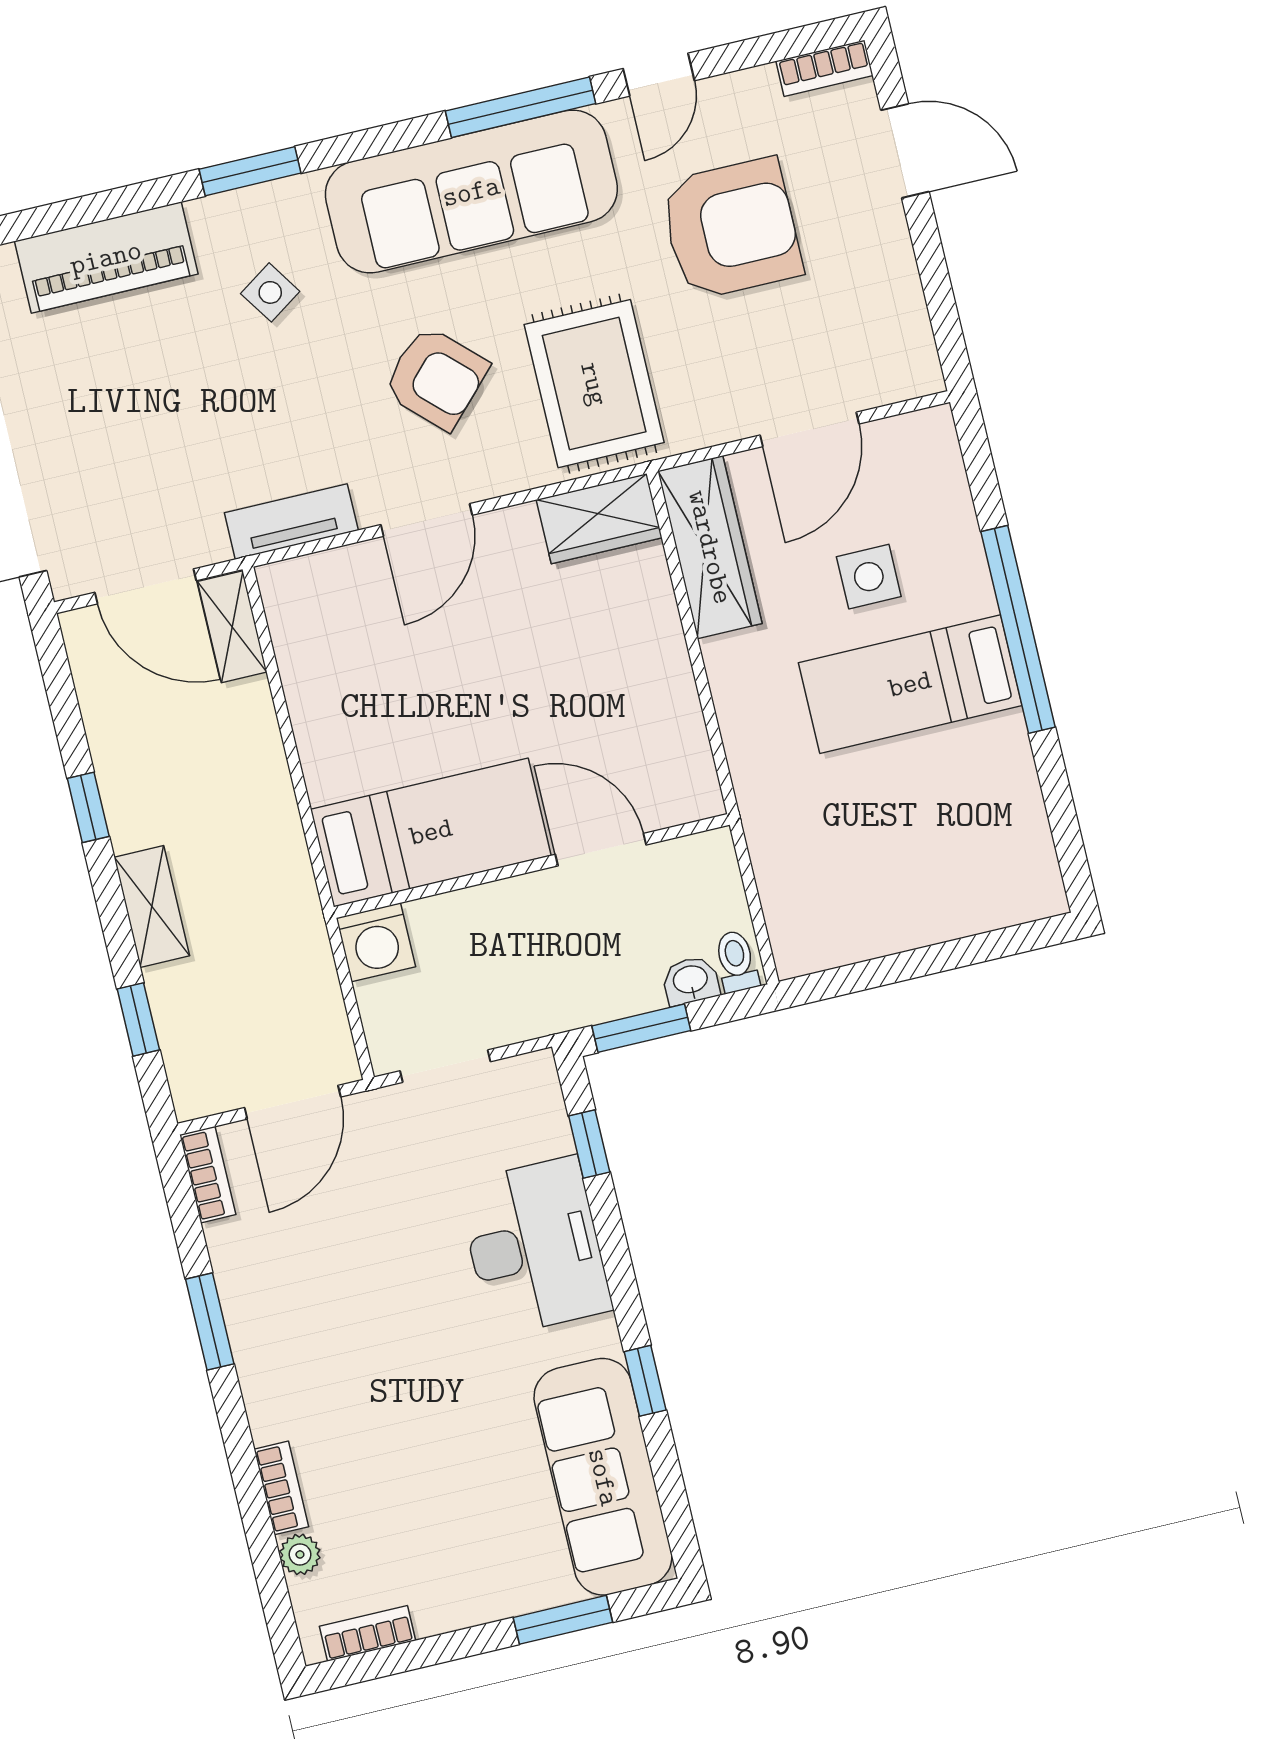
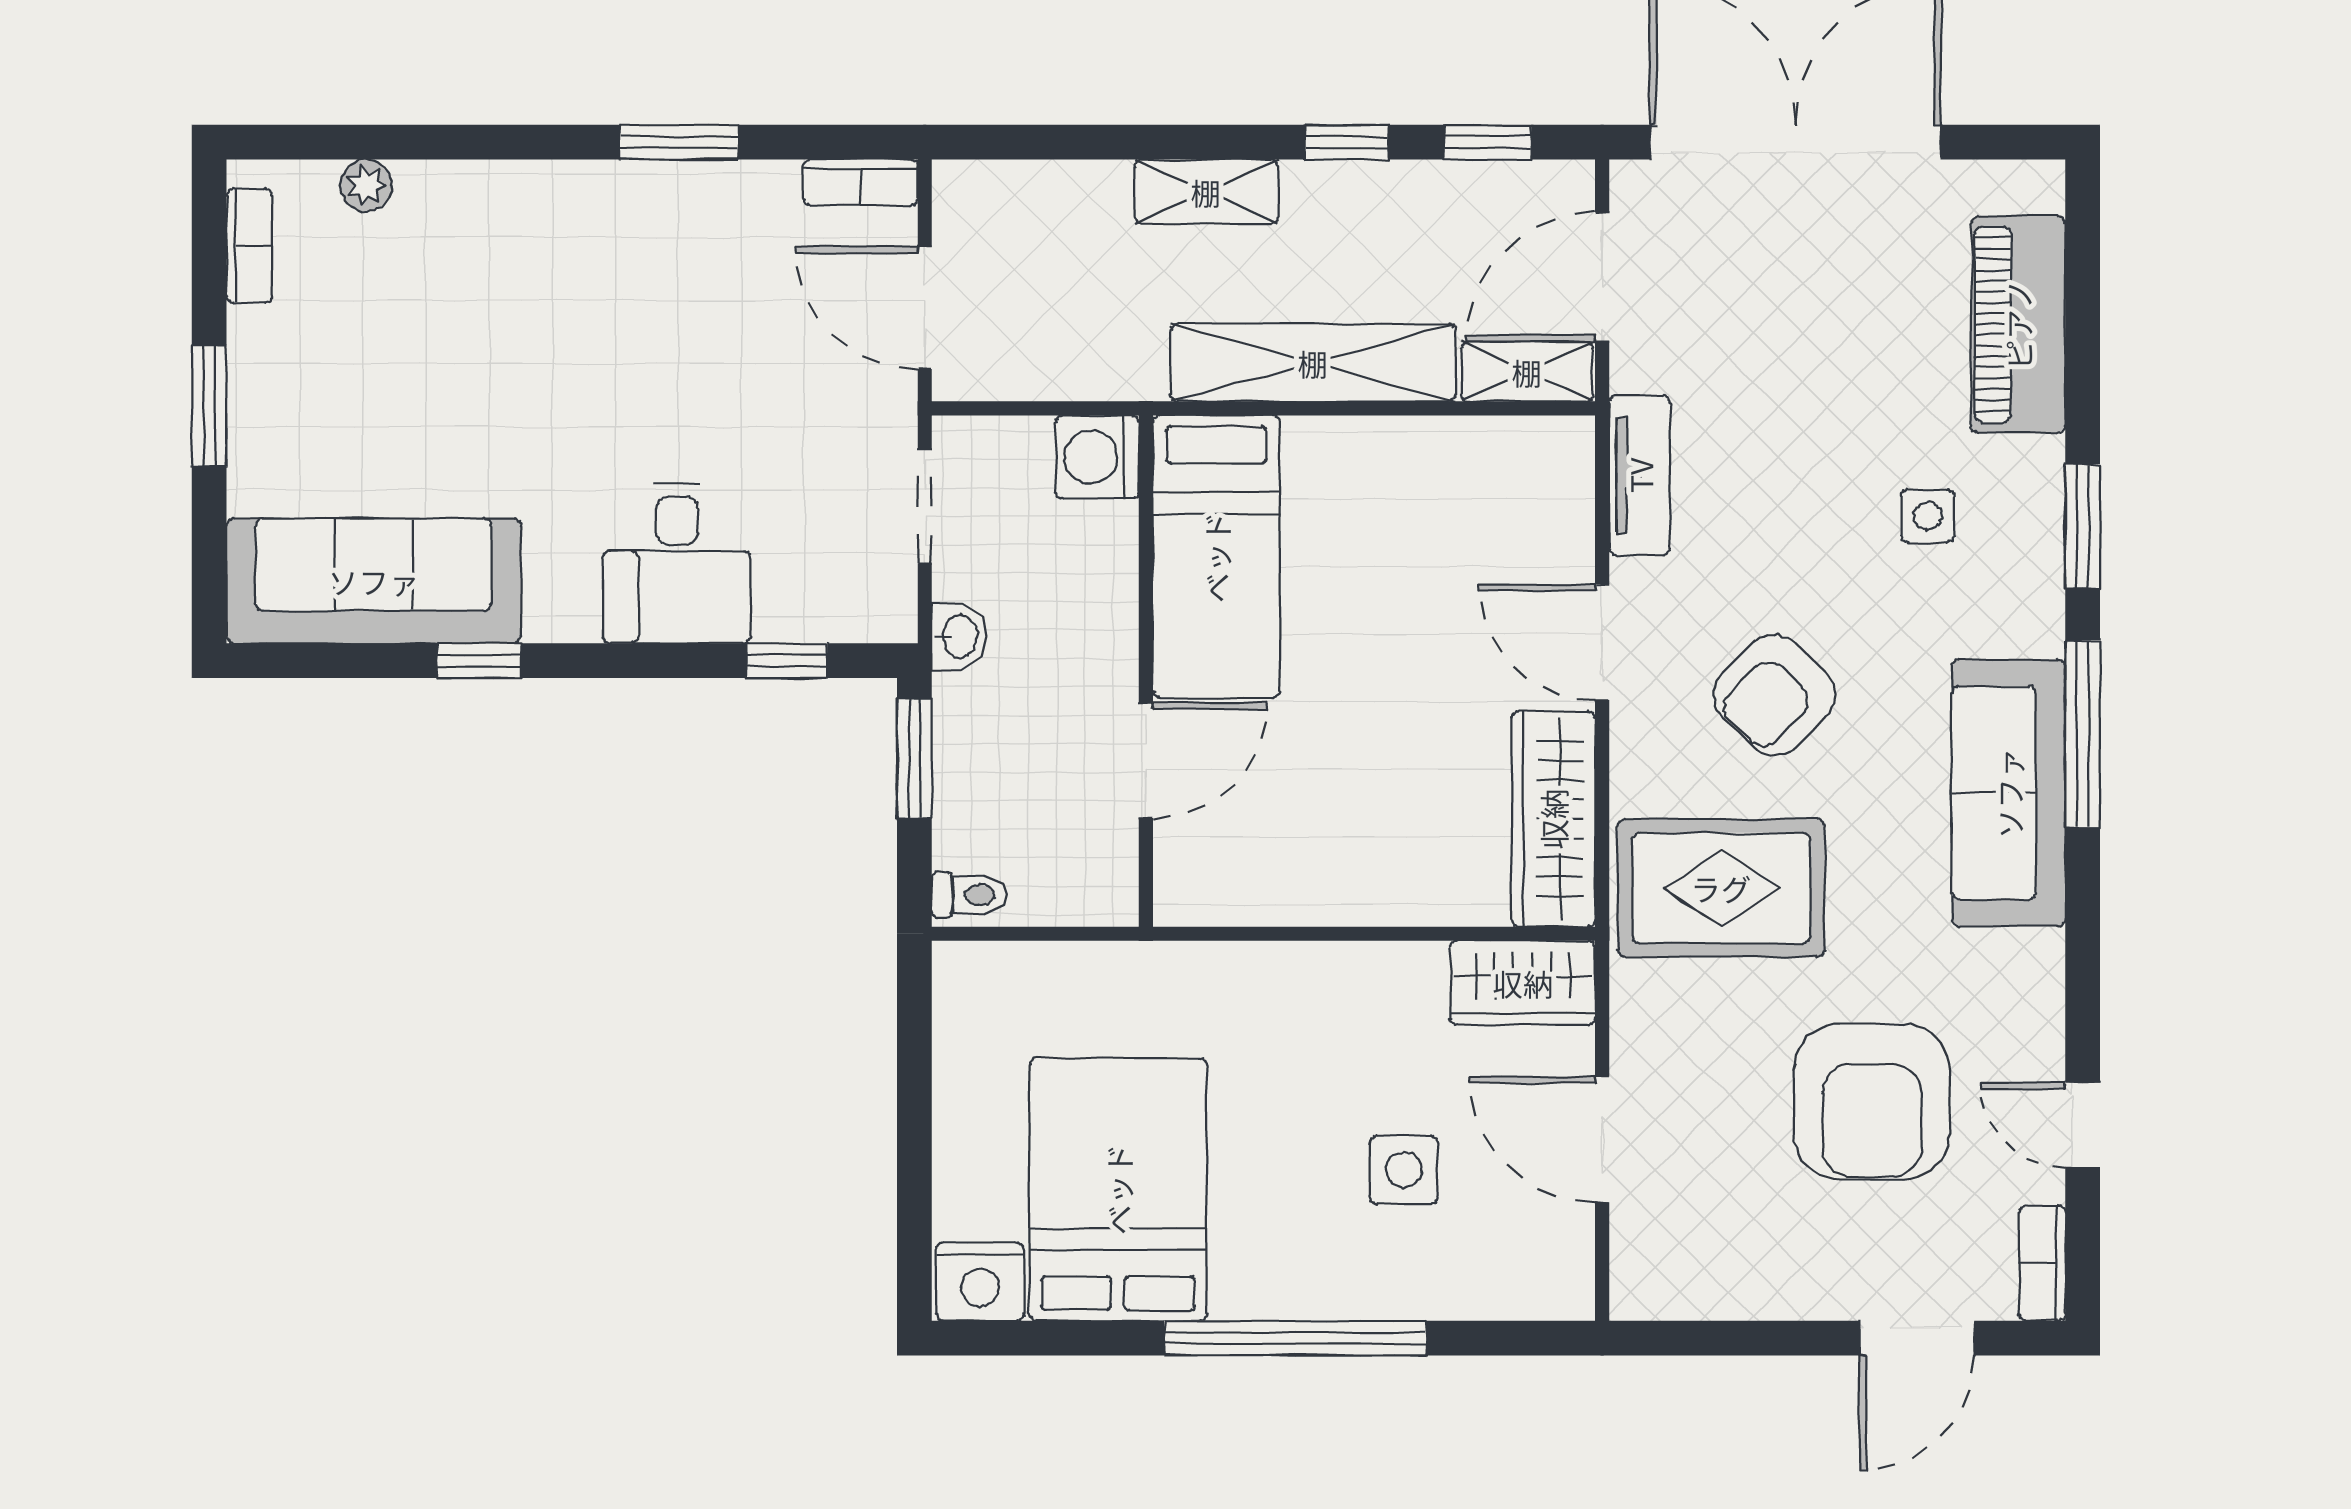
door: (659, 75) -> (2083, 1125), moved
window: (521, 107) -> (2083, 734), moved
sofa: (471, 192) -> (2009, 793), width x0.74, depth x0.79
side table: (270, 292) -> (1928, 516), turned 34
wardrobe: (599, 519) -> (1553, 819), width x1.50
wardrobe: (710, 547) -> (1523, 983), width x0.67
bed: (910, 684) -> (1118, 1189), moved, width x1.50
shelving: (264, 793) -> (1313, 363), added
nightstand: (1032, 883) -> (980, 1281), added
washbasin: (691, 981) -> (959, 636), moved
window: (138, 1019) -> (1488, 142), moved
desk: (534, 1246) -> (677, 564), width x0.73
bookcase: (281, 1488) -> (453, 182), removed
window: (563, 1620) -> (209, 406), moved

